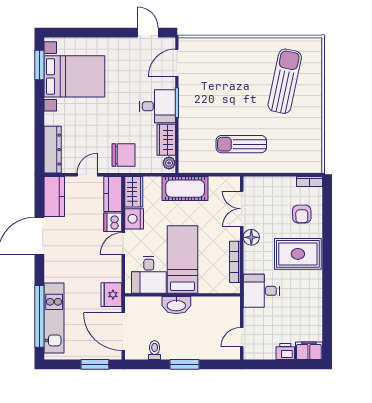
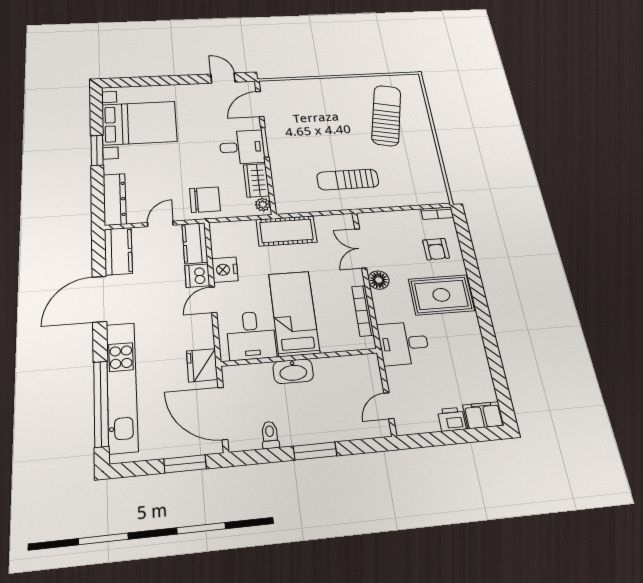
window: (39, 65) -> (97, 150), moved
wardrobe: (134, 192) -> (222, 239), removed
kitchen unit: (54, 318) -> (122, 386), width x1.36

